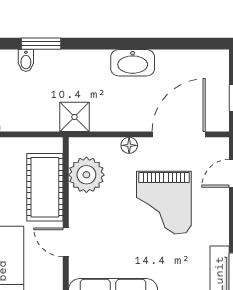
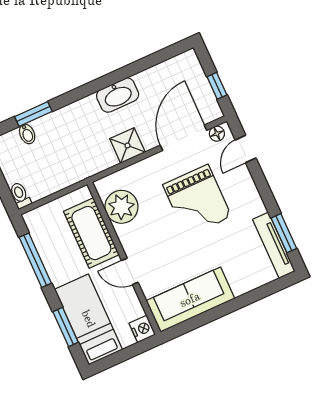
shower: (74, 117) -> (127, 145), moved
floor lamp: (129, 145) -> (217, 134), moved

